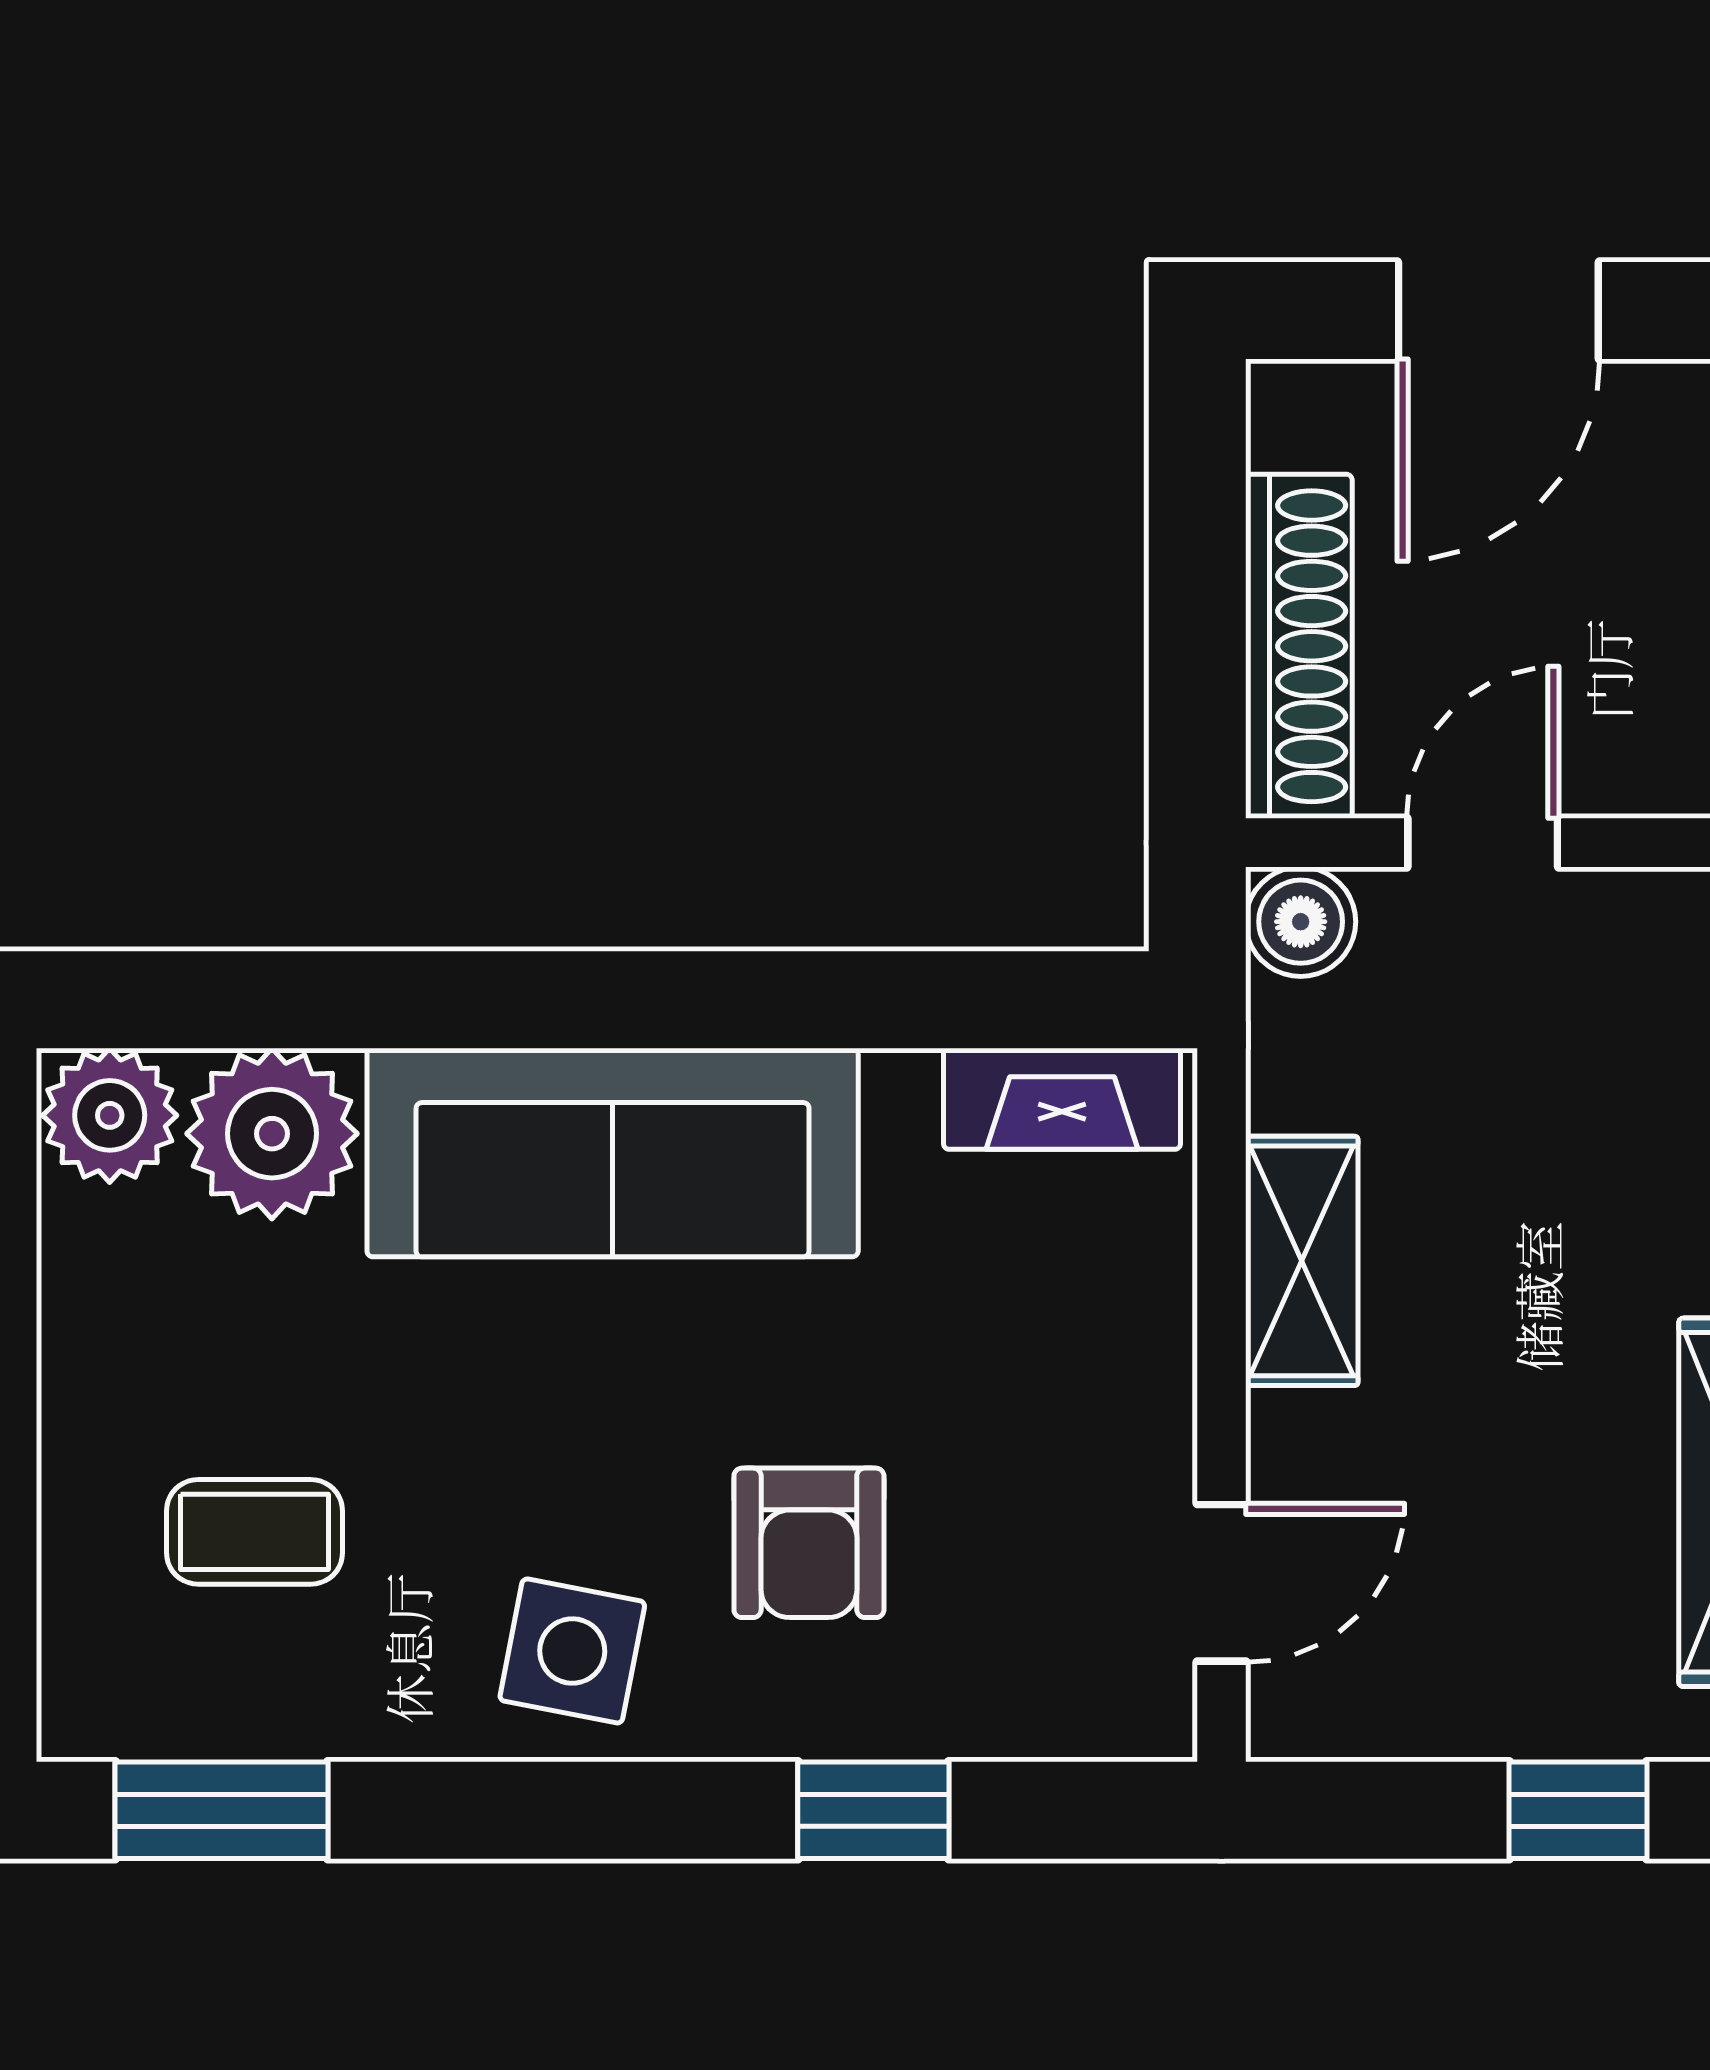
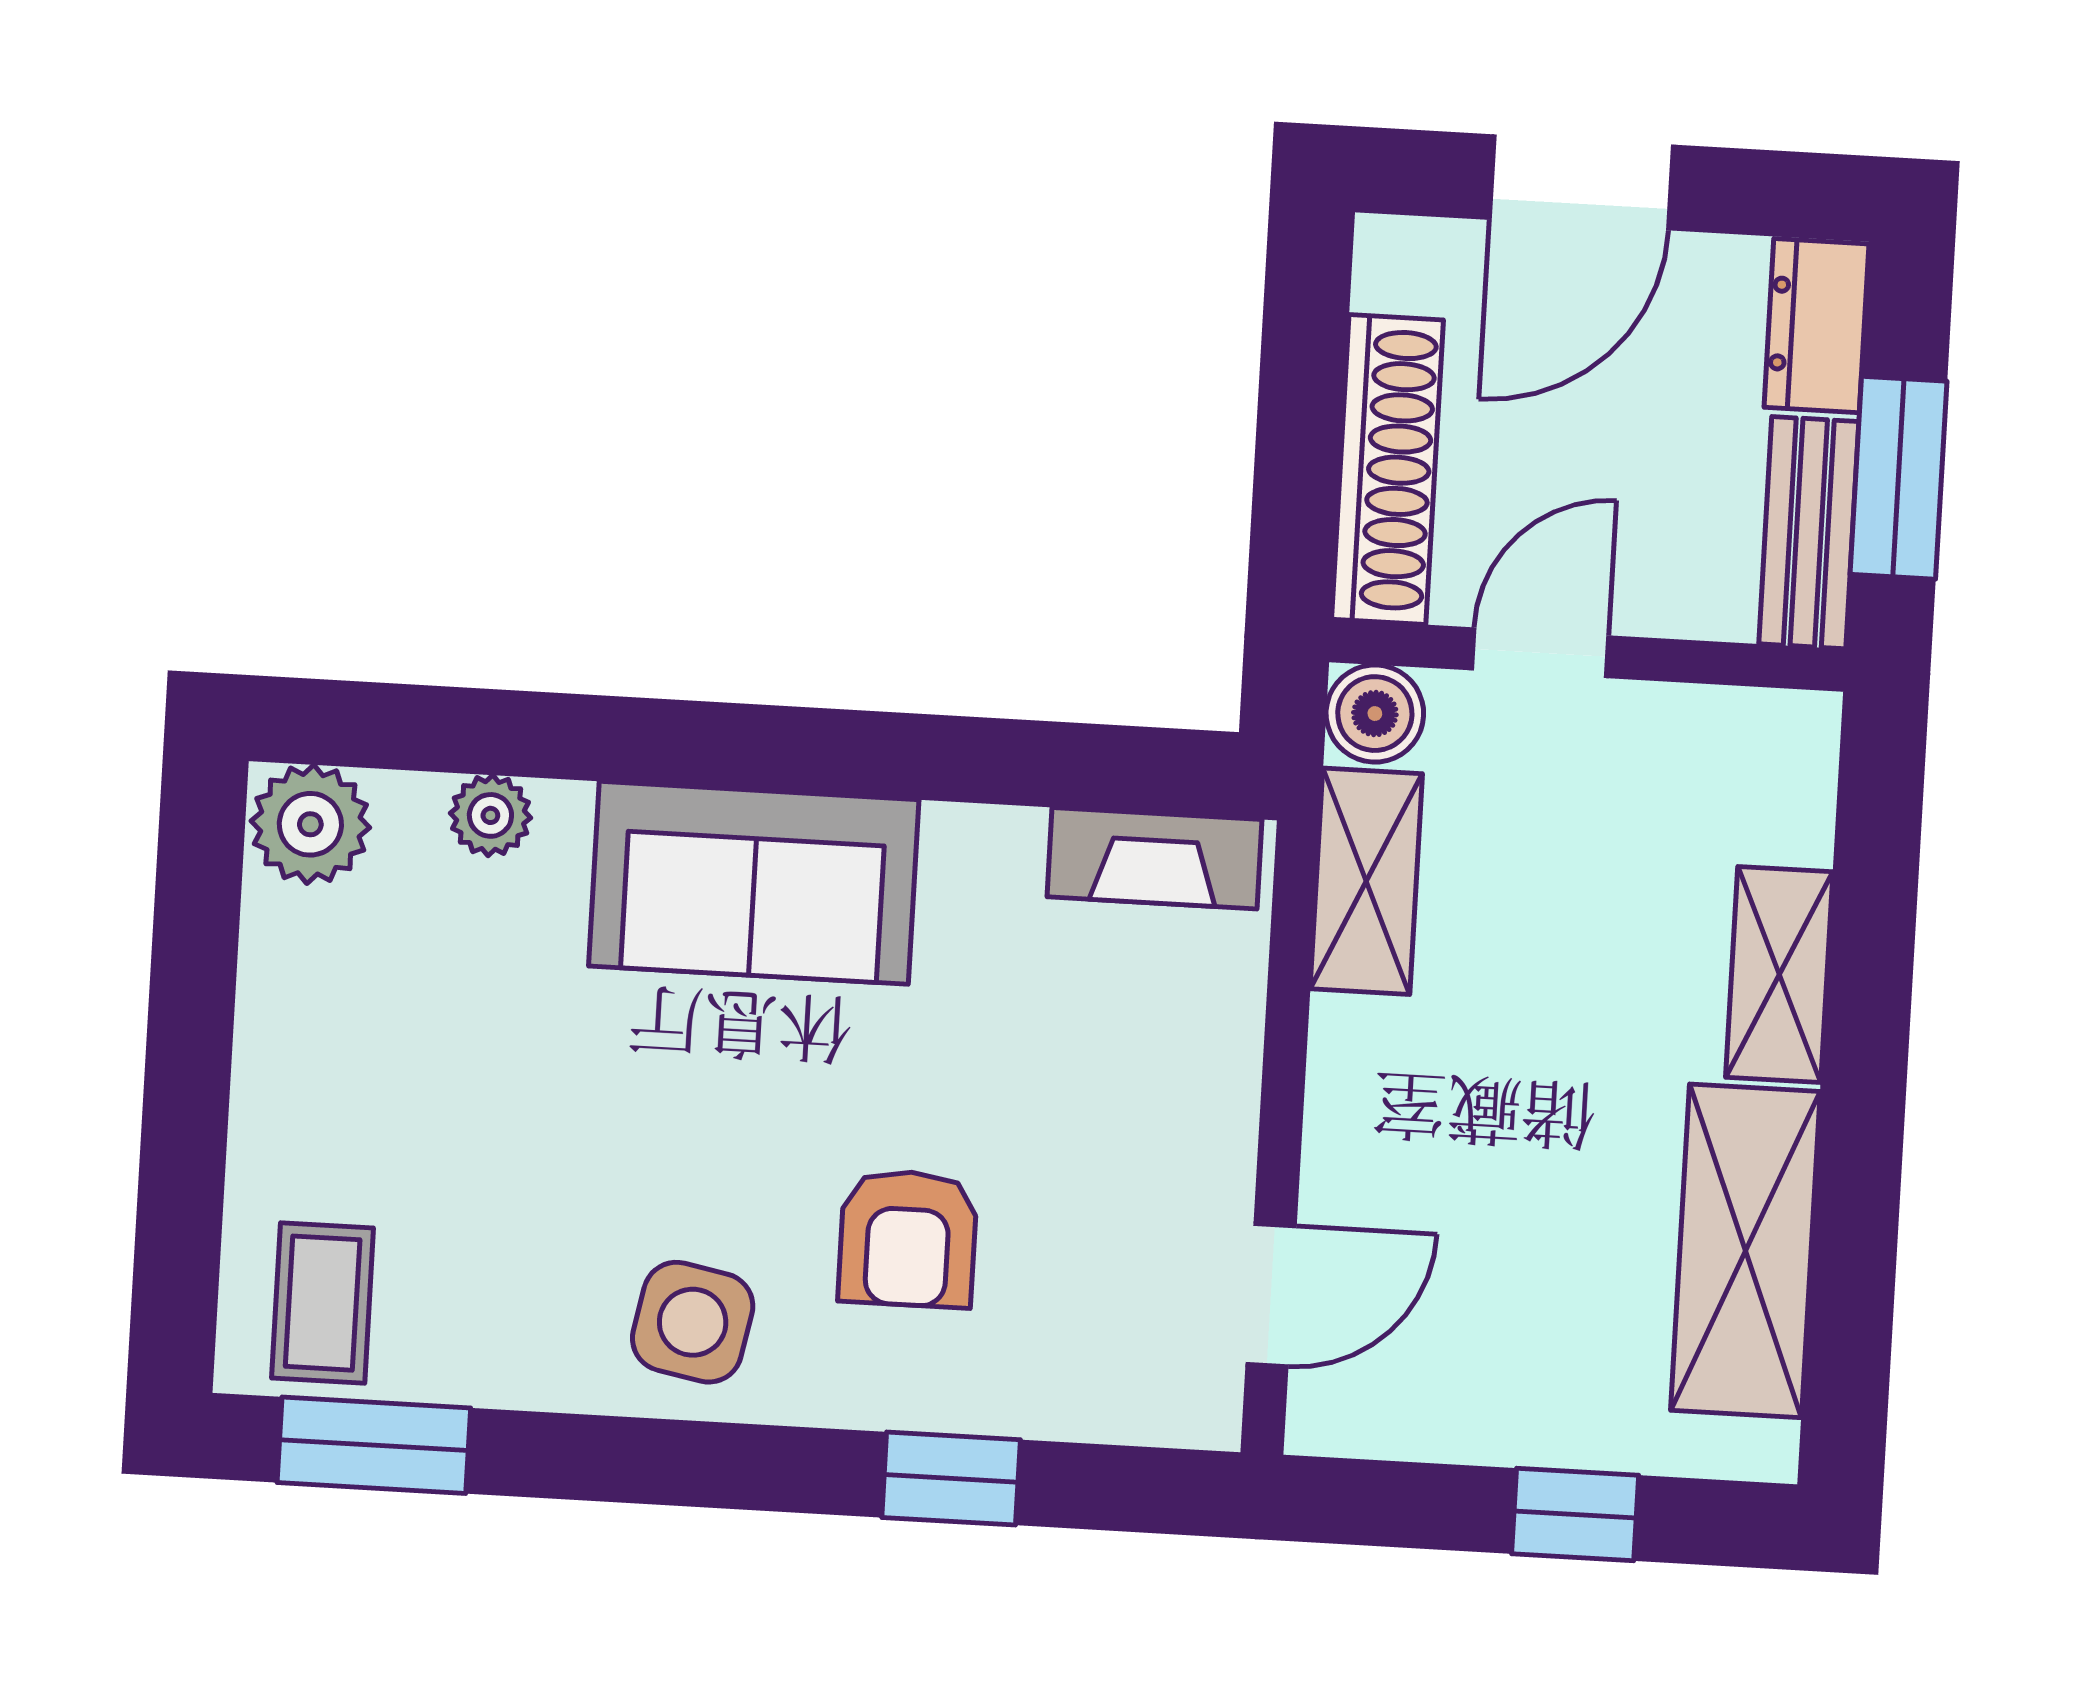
plant: (272, 1134) -> (490, 815), width x0.53, depth x0.53
sofa: (613, 1153) -> (754, 883), width x0.73
shelving: (1302, 1261) -> (1366, 881), moved
coffee table: (255, 1532) -> (323, 1303), moved, turned 90

